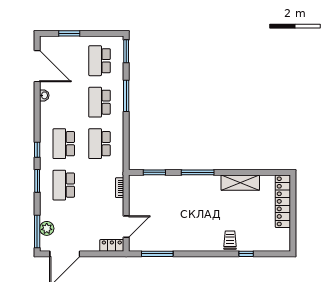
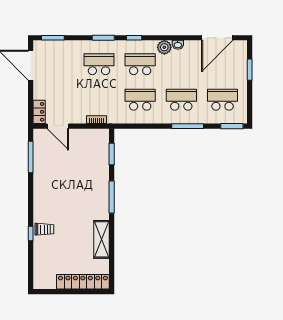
washbasin: (44, 95) -> (178, 45), moved
plant: (47, 228) -> (164, 47), moved
window: (37, 231) -> (53, 38), width x0.69
window: (246, 254) -> (31, 234), moved

